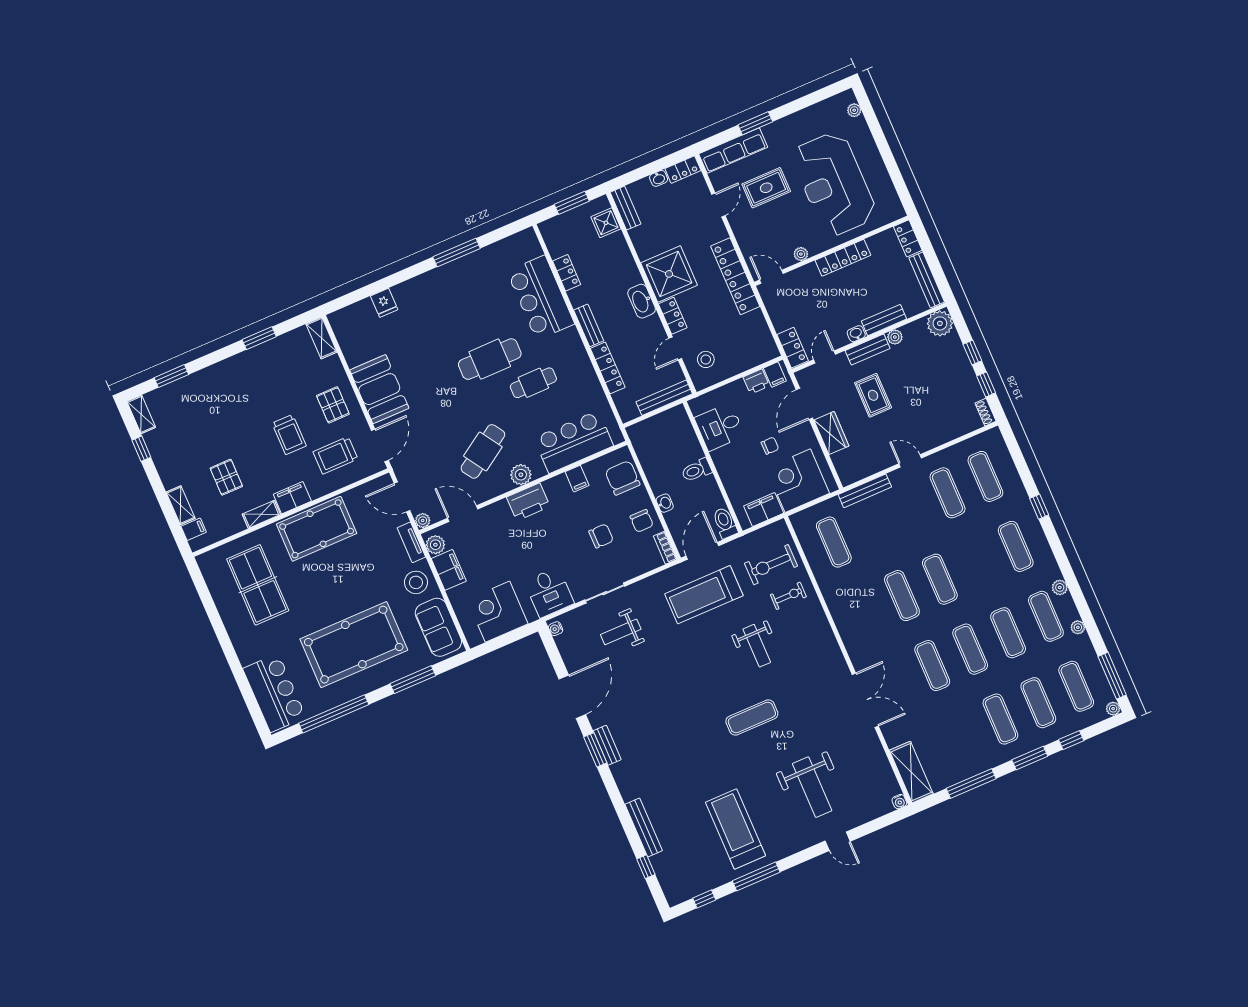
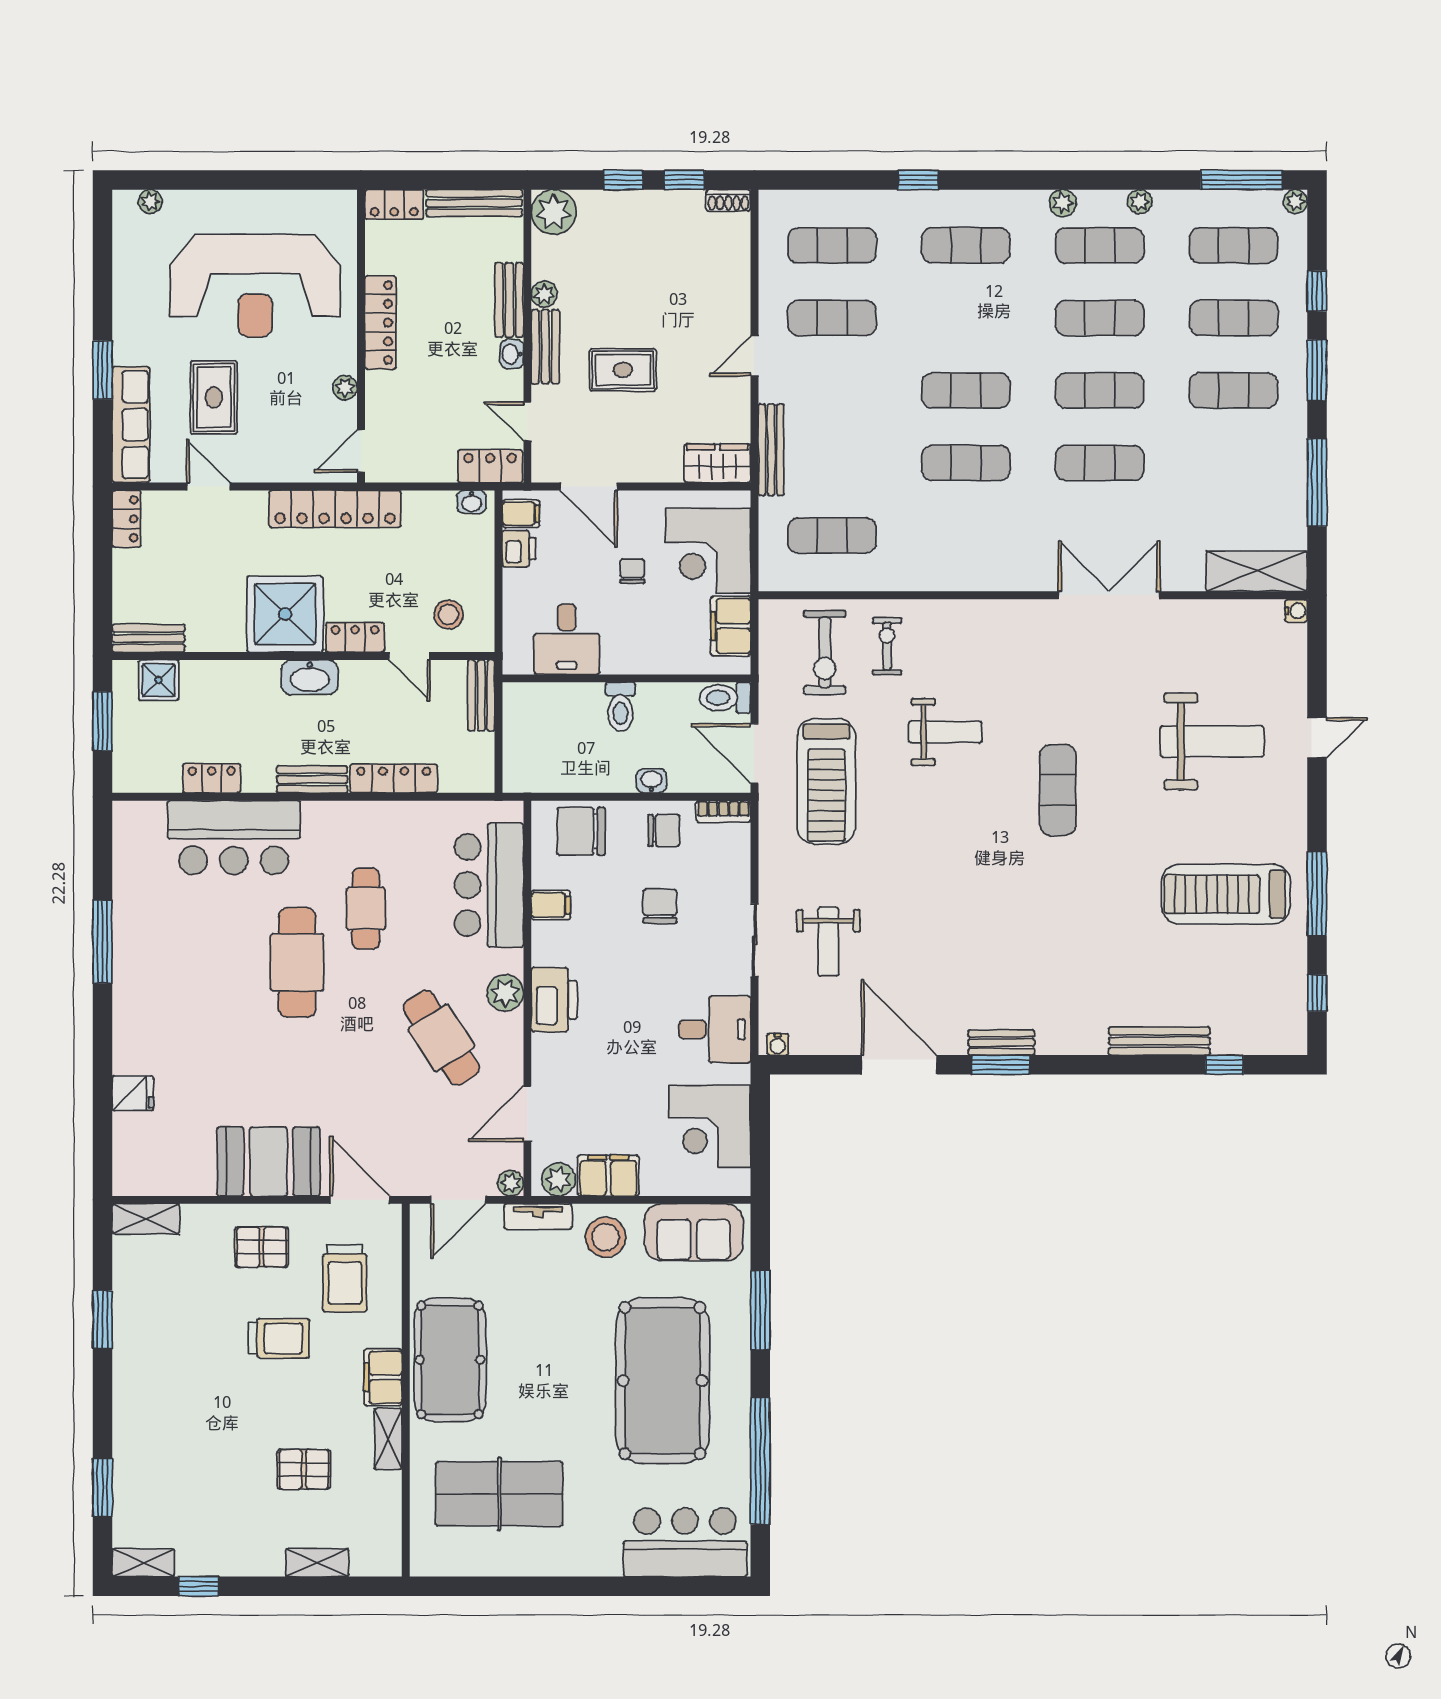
washbasin: (659, 178) -> (472, 502), moved, turned 90
bench: (664, 398) -> (481, 695), width x0.73
wardrobe: (831, 433) -> (717, 463), moved
filing cabinet: (194, 529) -> (365, 1558), removed

